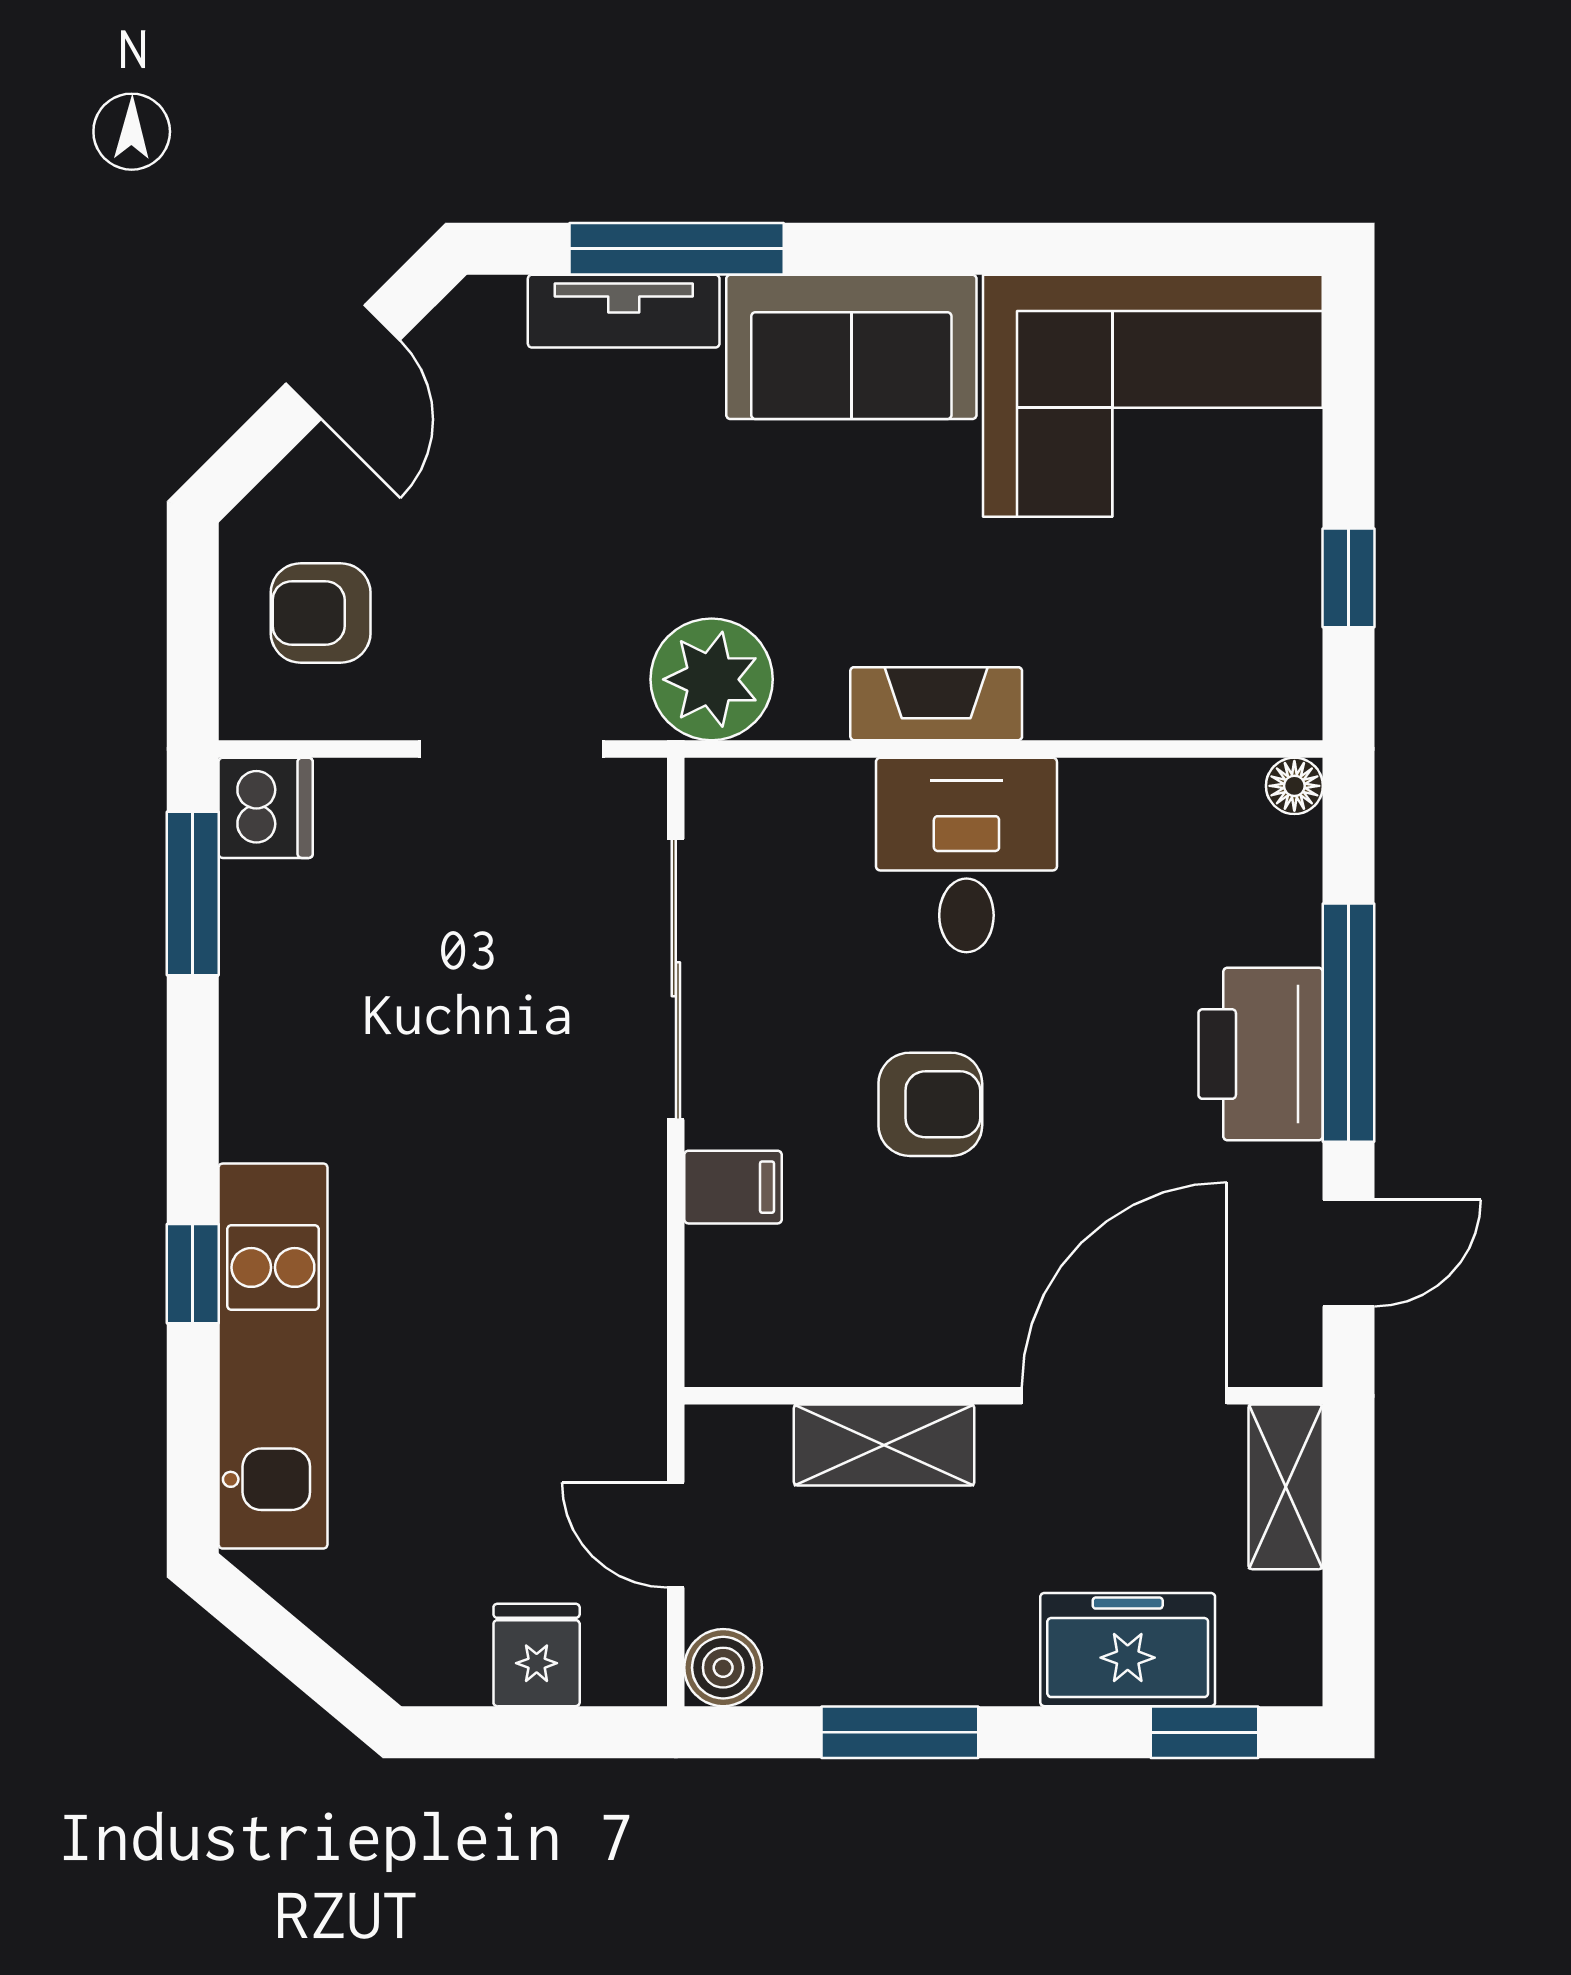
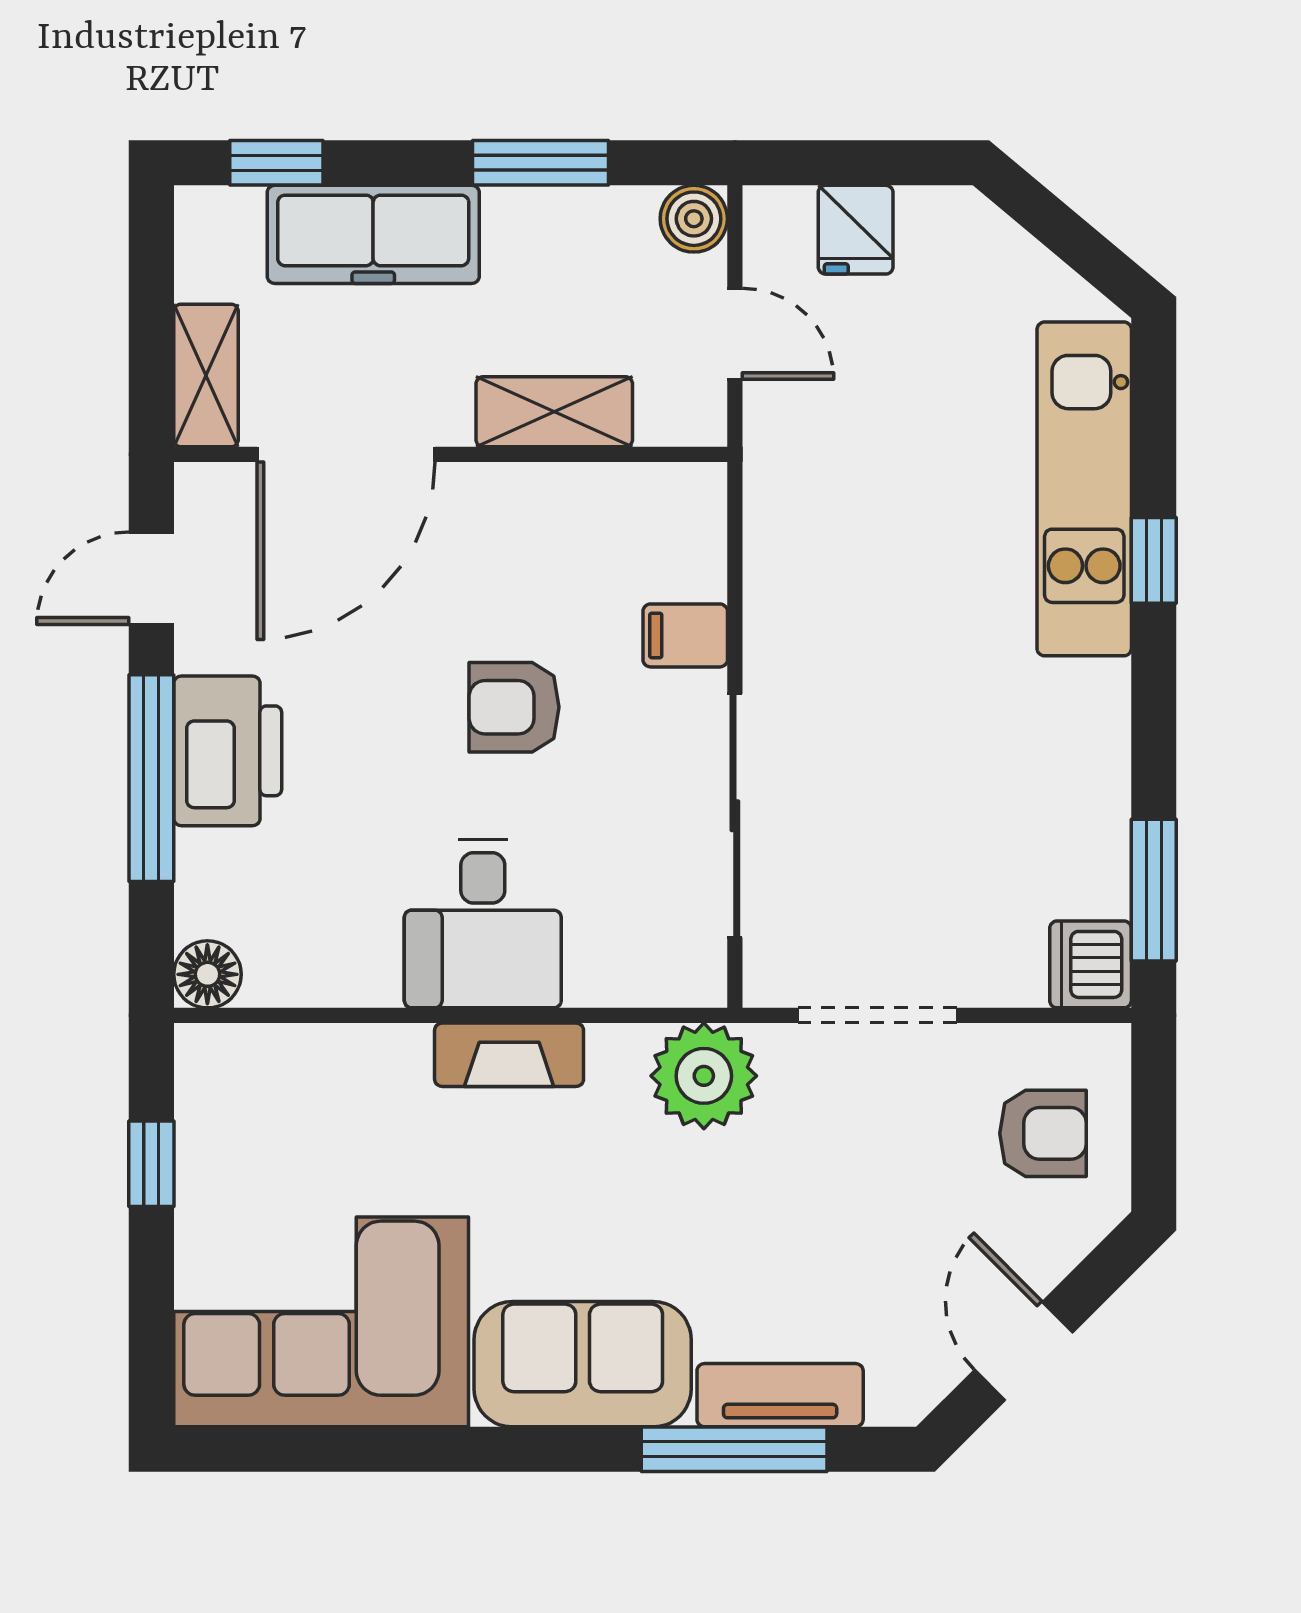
floor lamp: (1294, 786) -> (207, 974), width x1.37, depth x1.37
freezer: (1128, 1650) -> (373, 234), width x1.40

